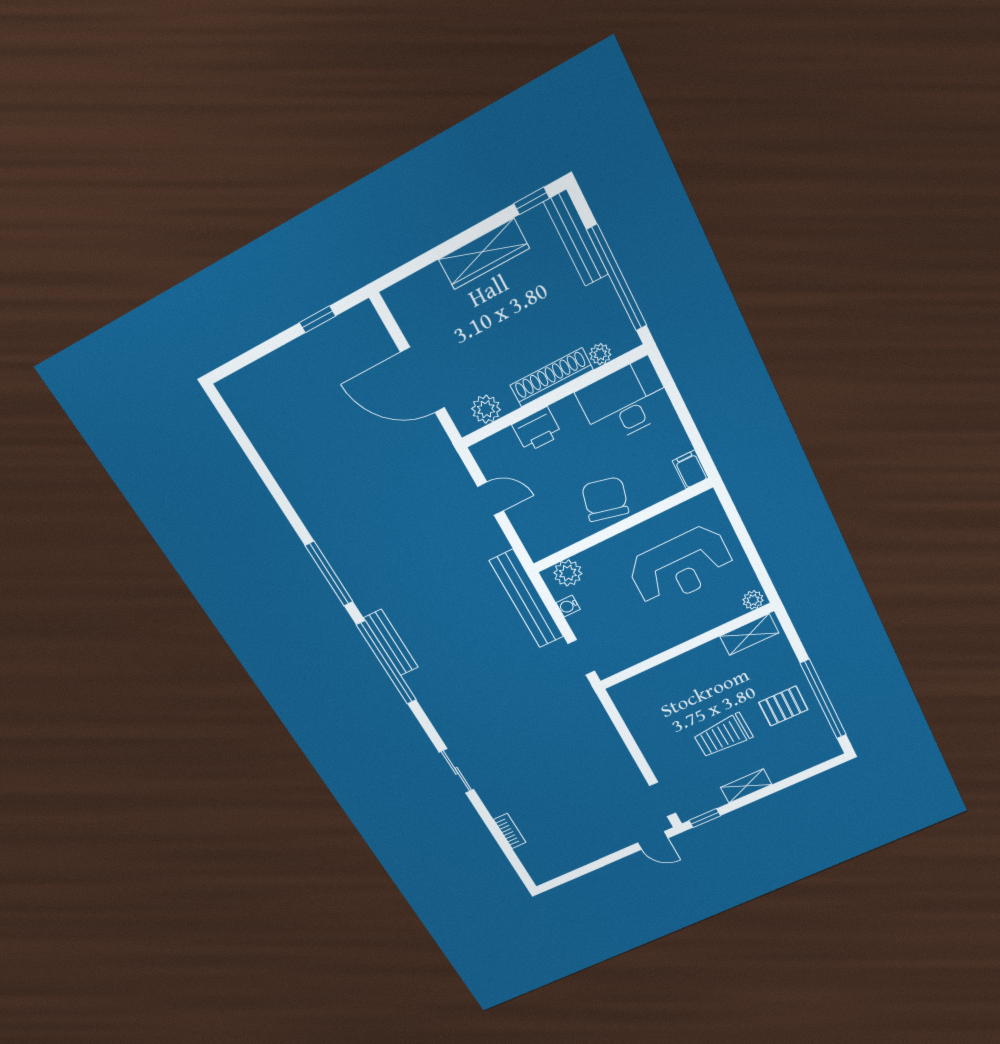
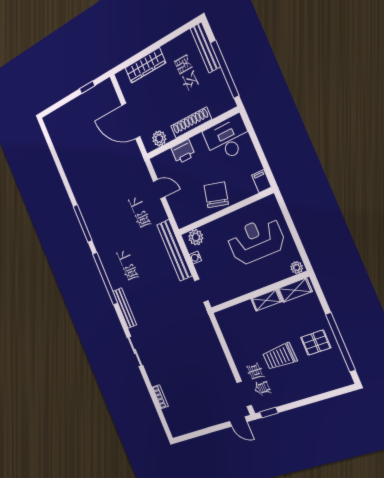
window: (532, 201) -> (185, 28), removed
wardrobe: (484, 254) -> (145, 65), moved
plant: (600, 354) -> (216, 111), removed
reception desk: (681, 566) -> (256, 241), turned 180
bench: (391, 643) -> (125, 308), moved
shelving: (746, 786) -> (266, 300), moved

